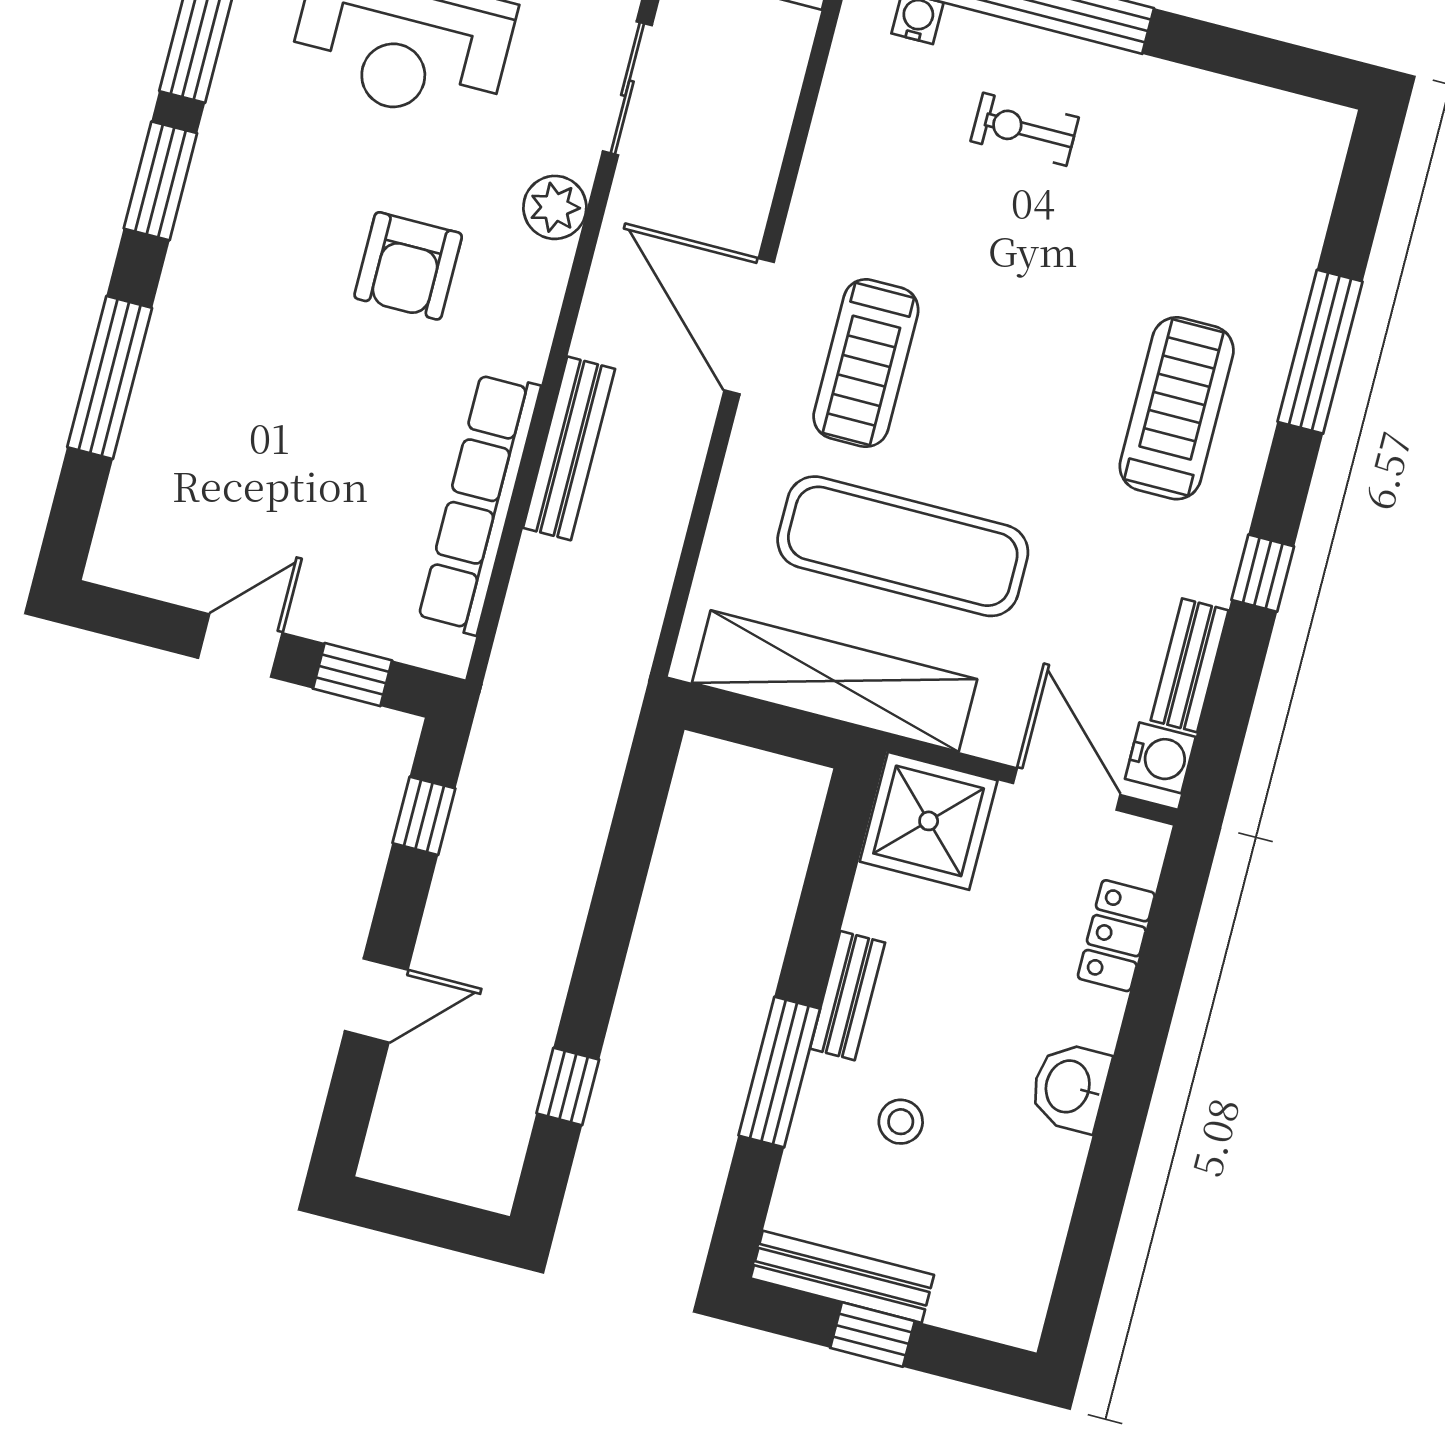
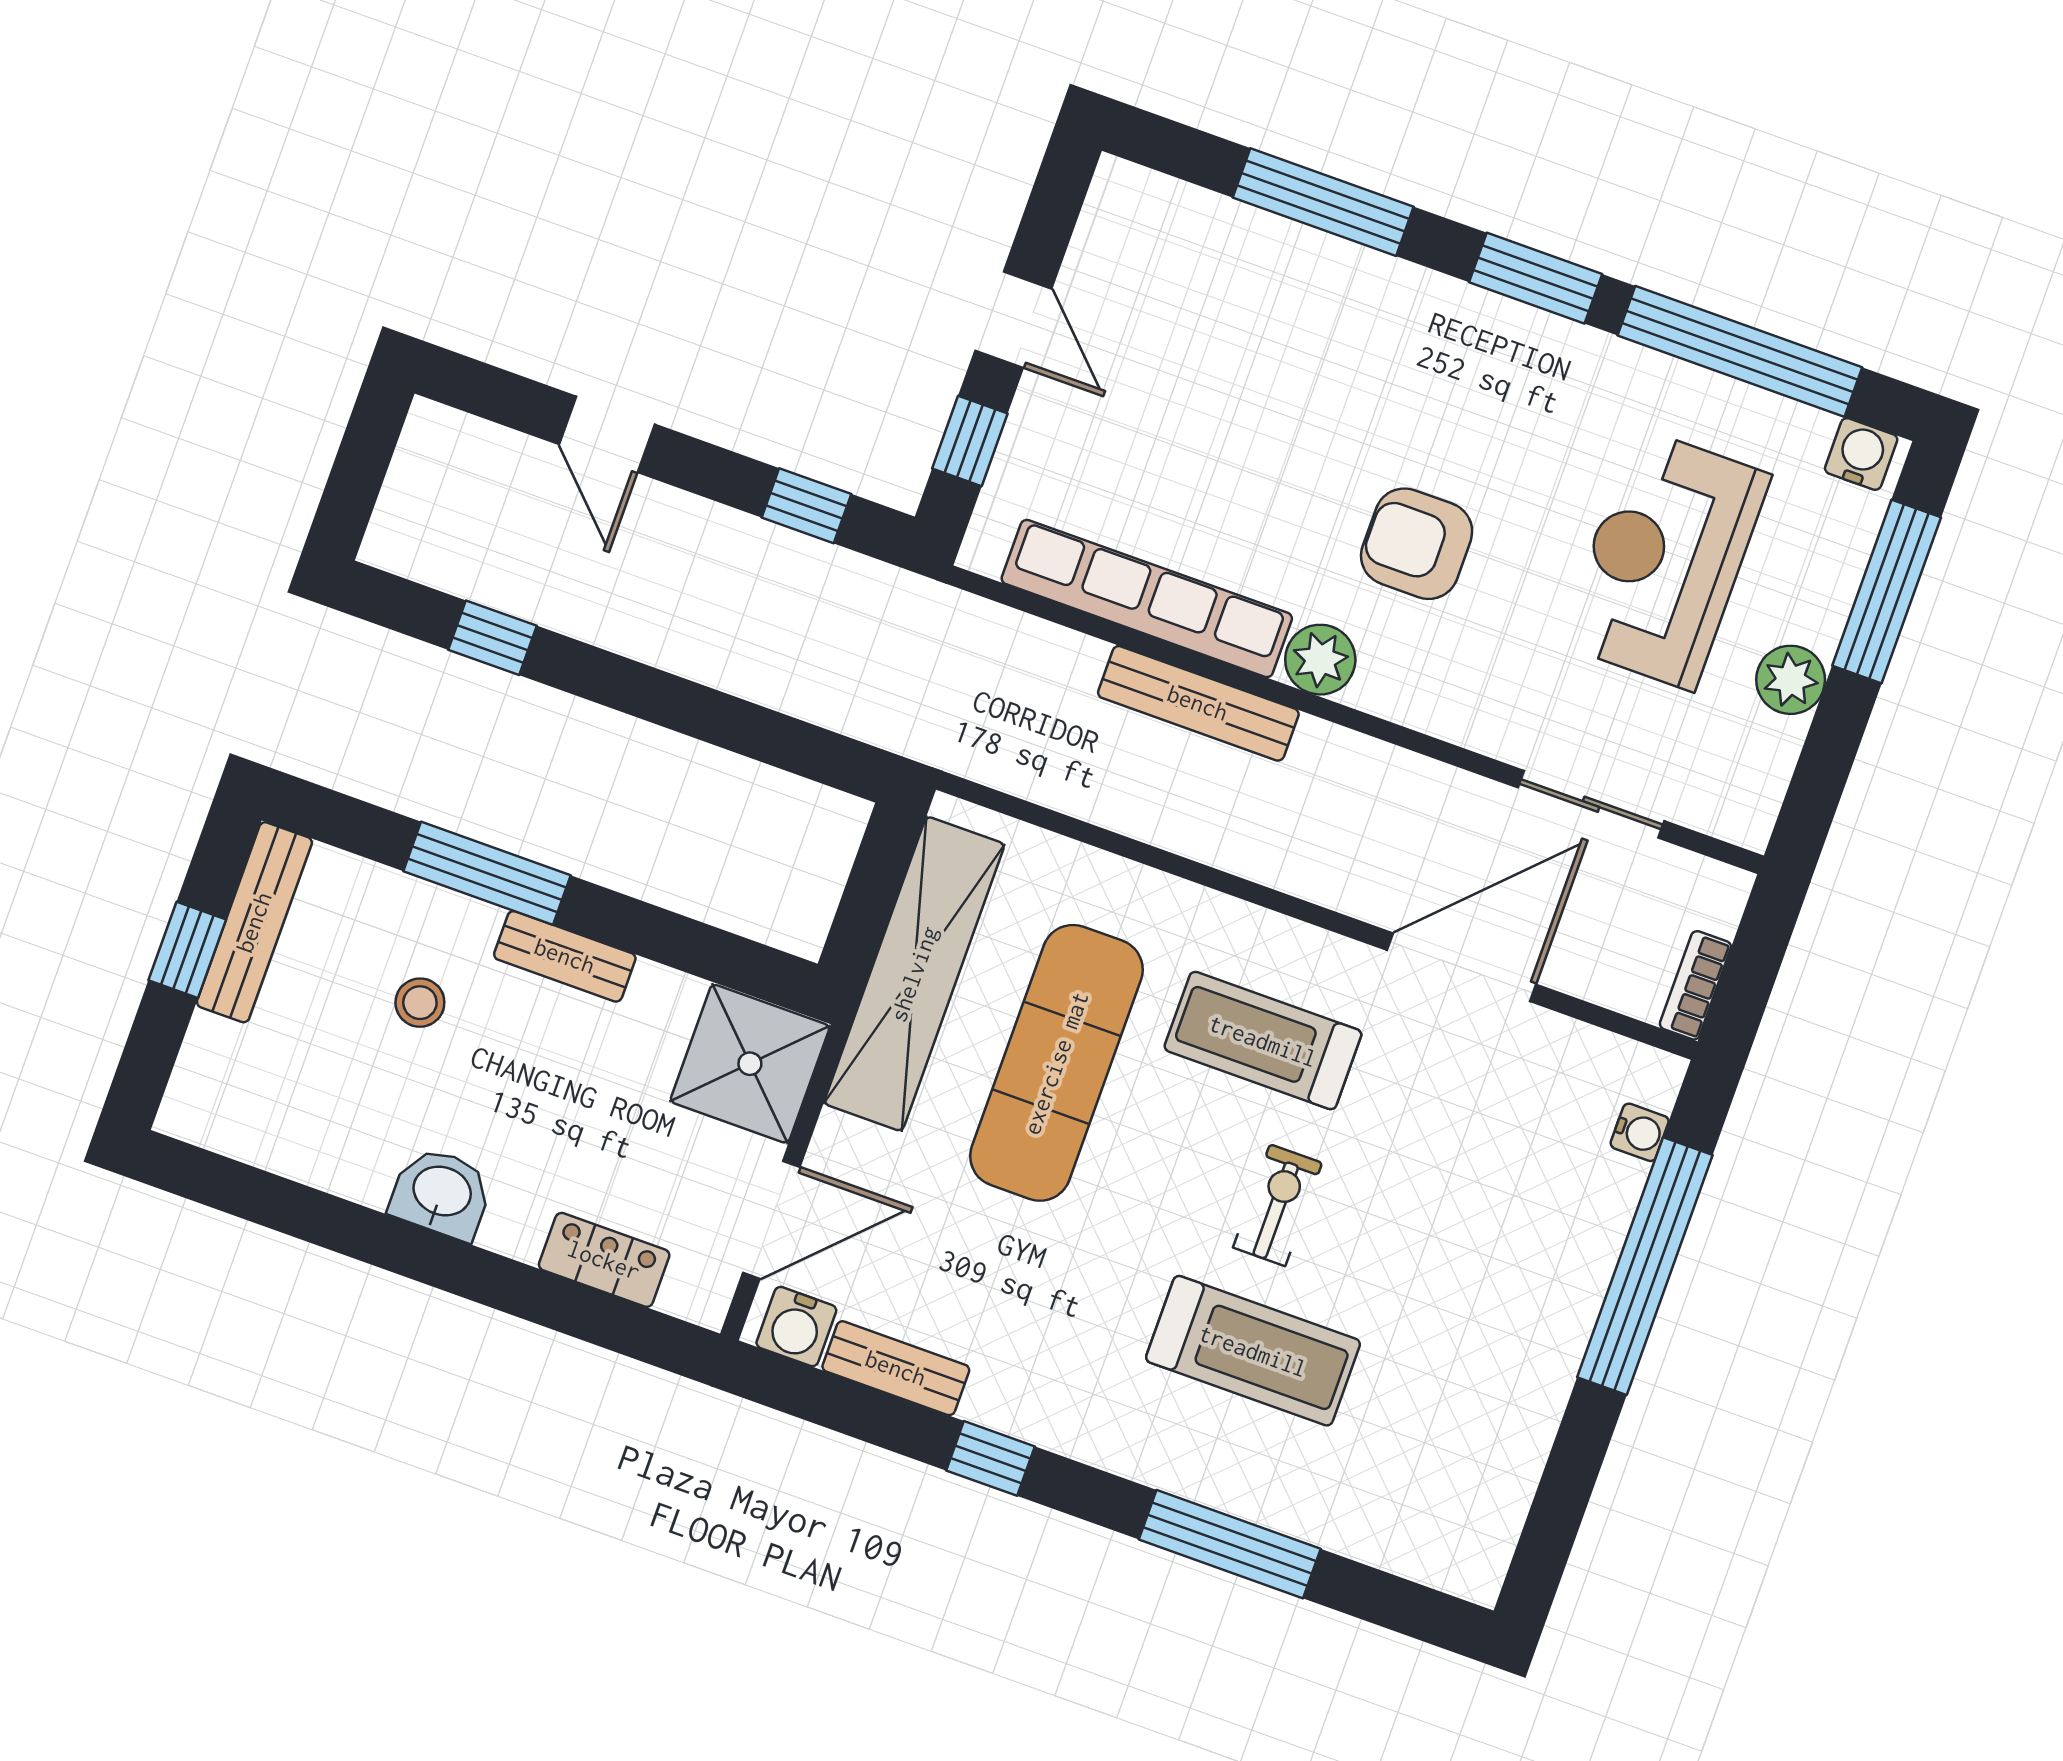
exercise bike: (1025, 129) -> (1278, 1205), moved
plant: (555, 207) -> (1320, 660), moved
door: (749, 326) -> (1462, 967), moved
treadmill: (1177, 408) -> (1253, 1351), moved

